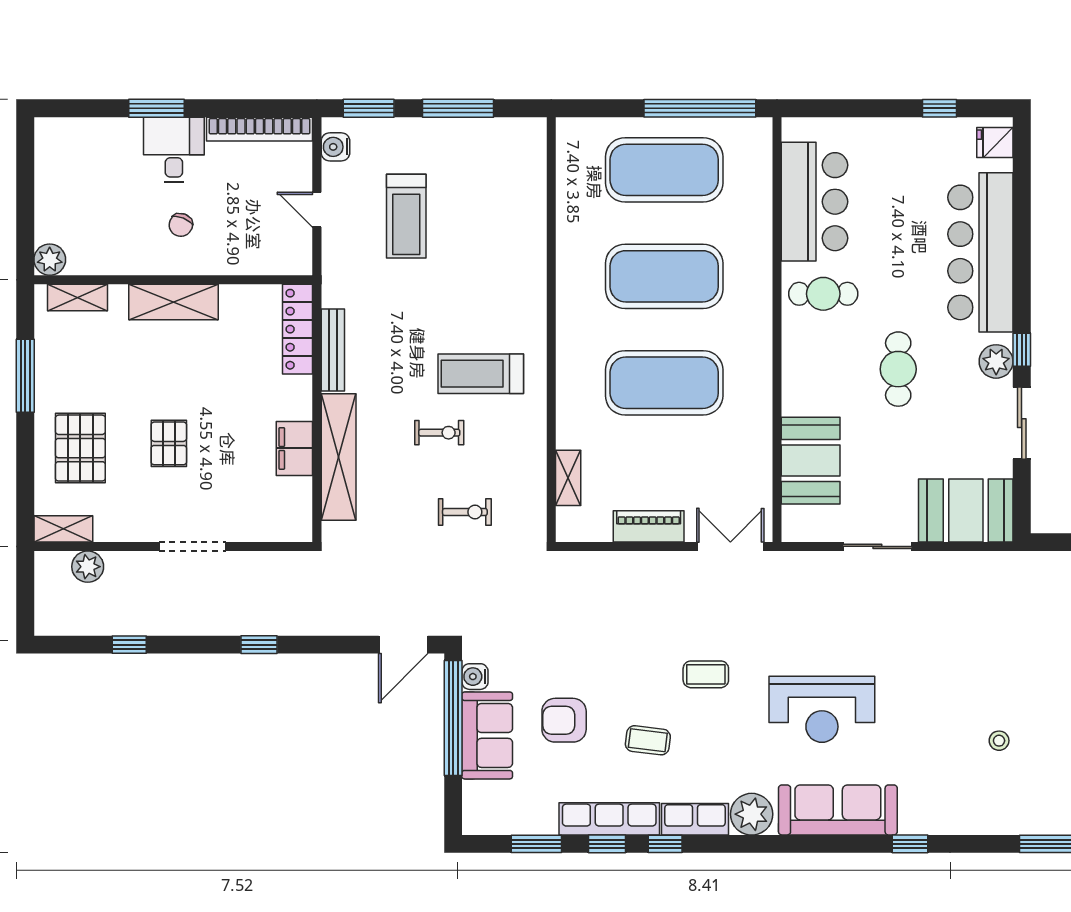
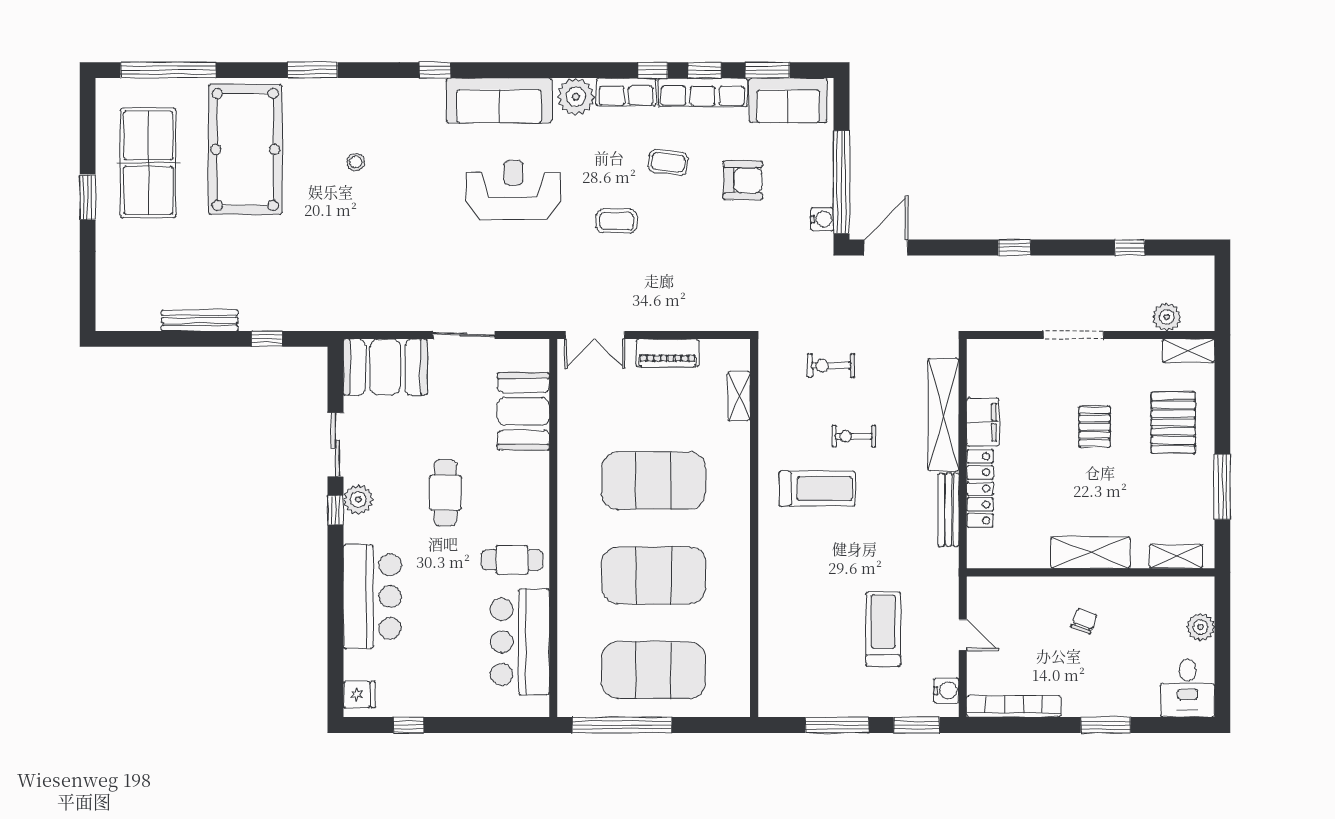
desk: (174, 150) -> (1188, 688), moved
bar counter: (980, 252) -> (372, 597), width x0.73
plant: (50, 260) -> (1201, 627), moved
locker: (298, 329) -> (980, 488), moved
sofa: (487, 735) -> (788, 100), moved, turned -90

